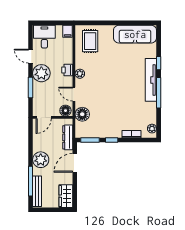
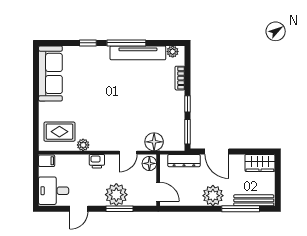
plant: (41, 73) -> (116, 195), moved
plant: (80, 74) -> (83, 145), moved
tv unit: (151, 80) -> (138, 53), moved

